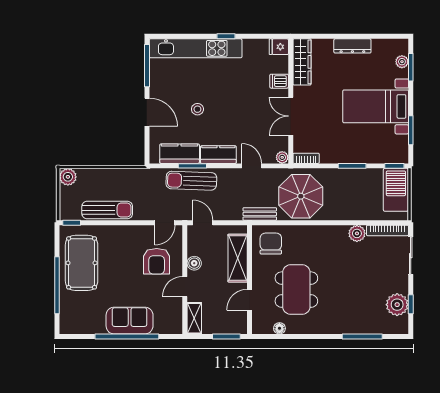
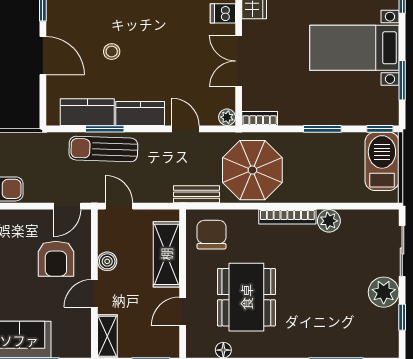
bookcase: (387, 230) -> (287, 217), moved
plant: (397, 305) -> (384, 292), moved

